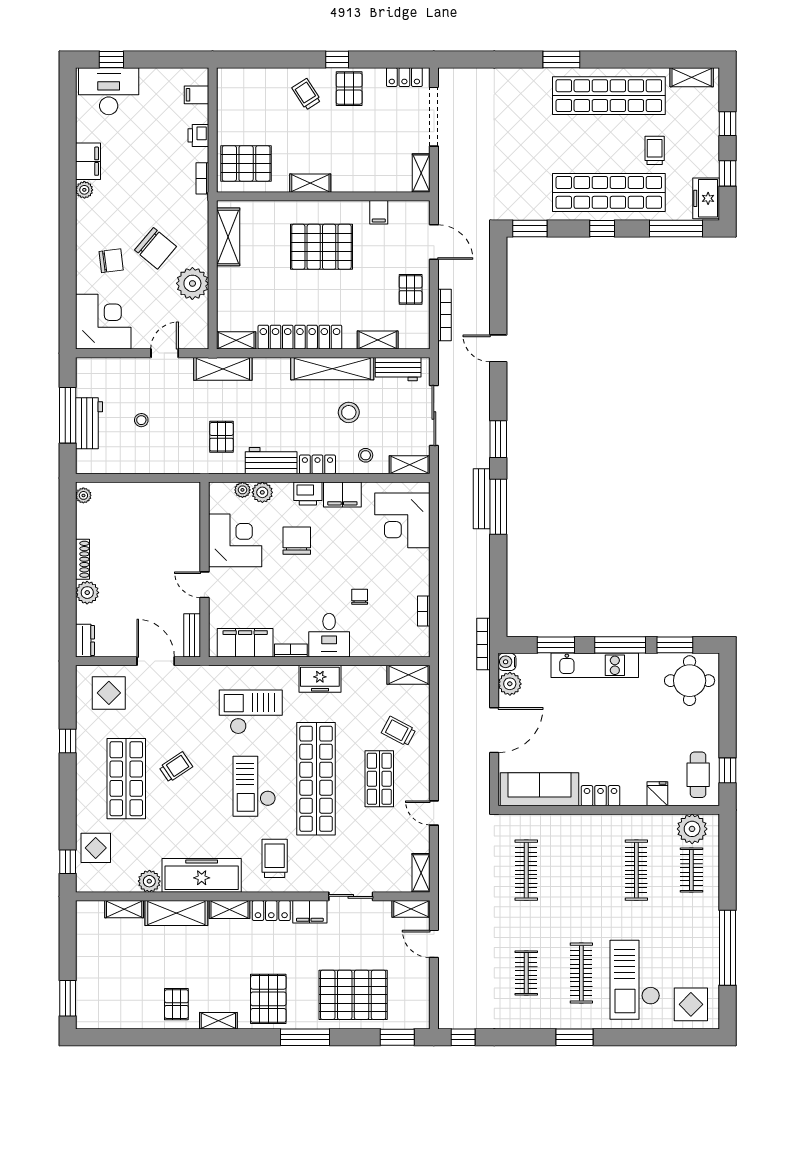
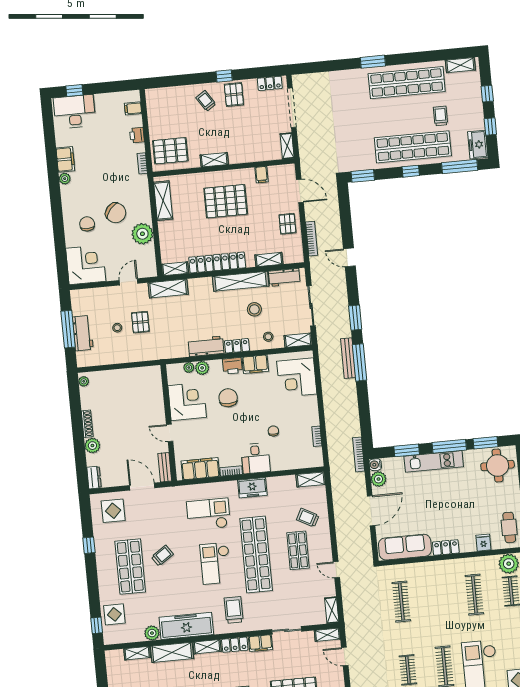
chair: (111, 261) -> (87, 224), turned -83
pallet: (221, 437) -> (140, 322), moved

